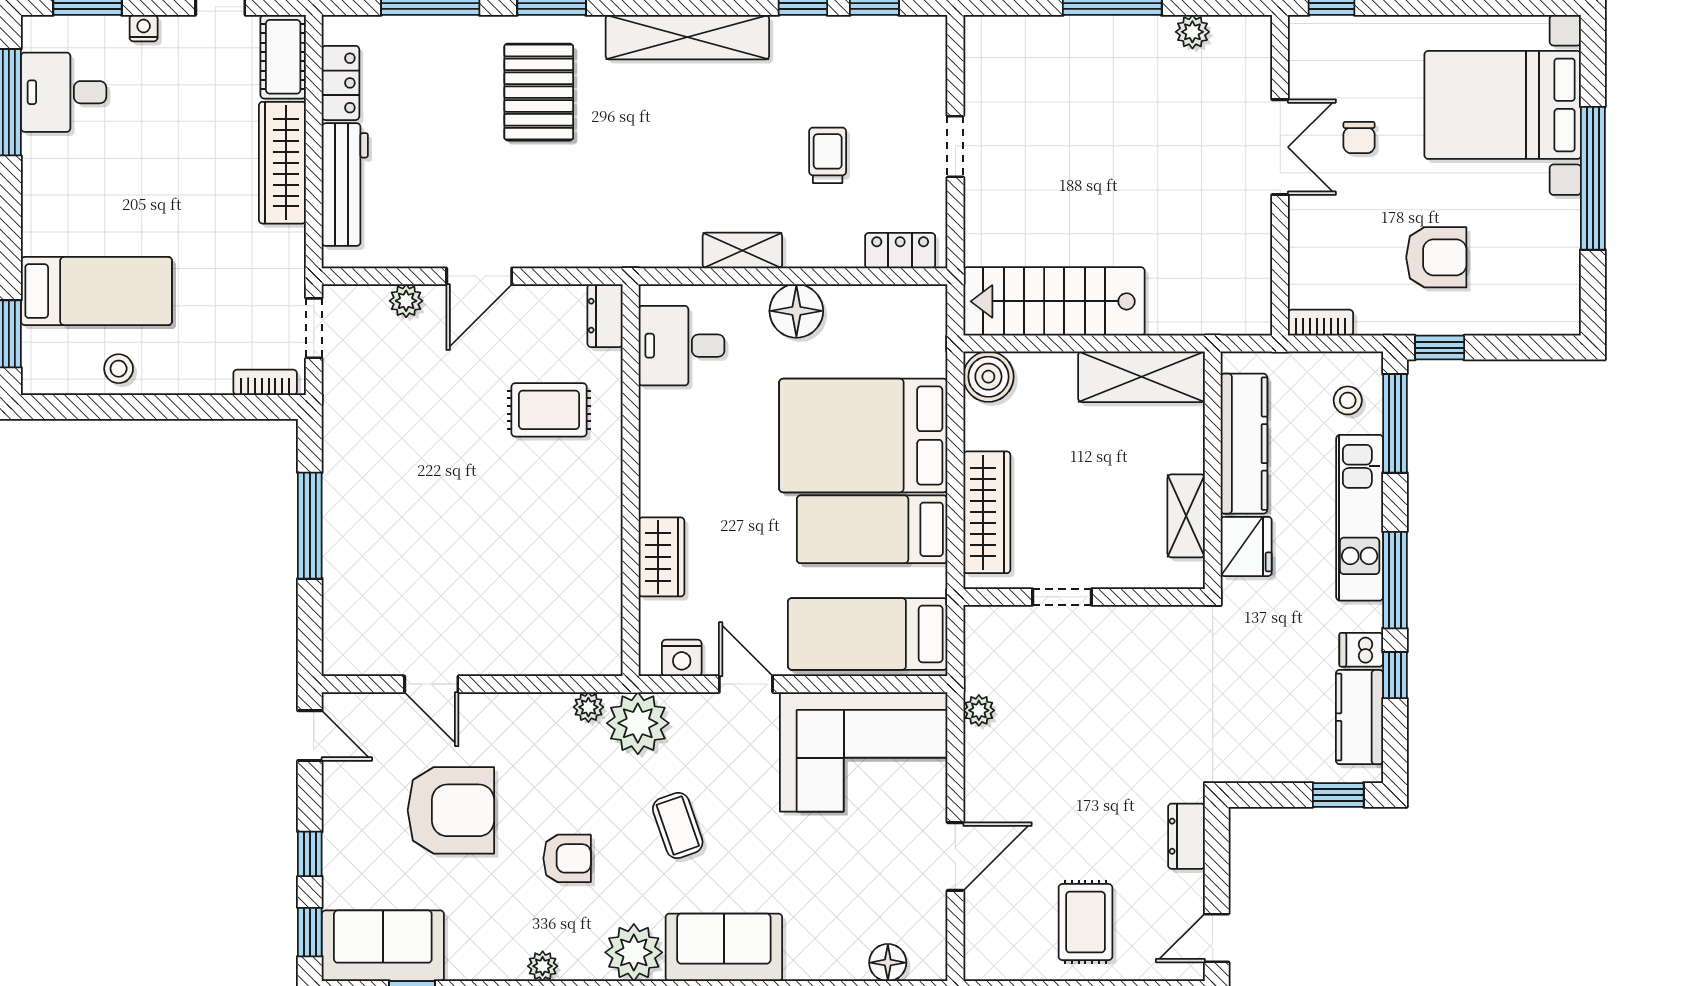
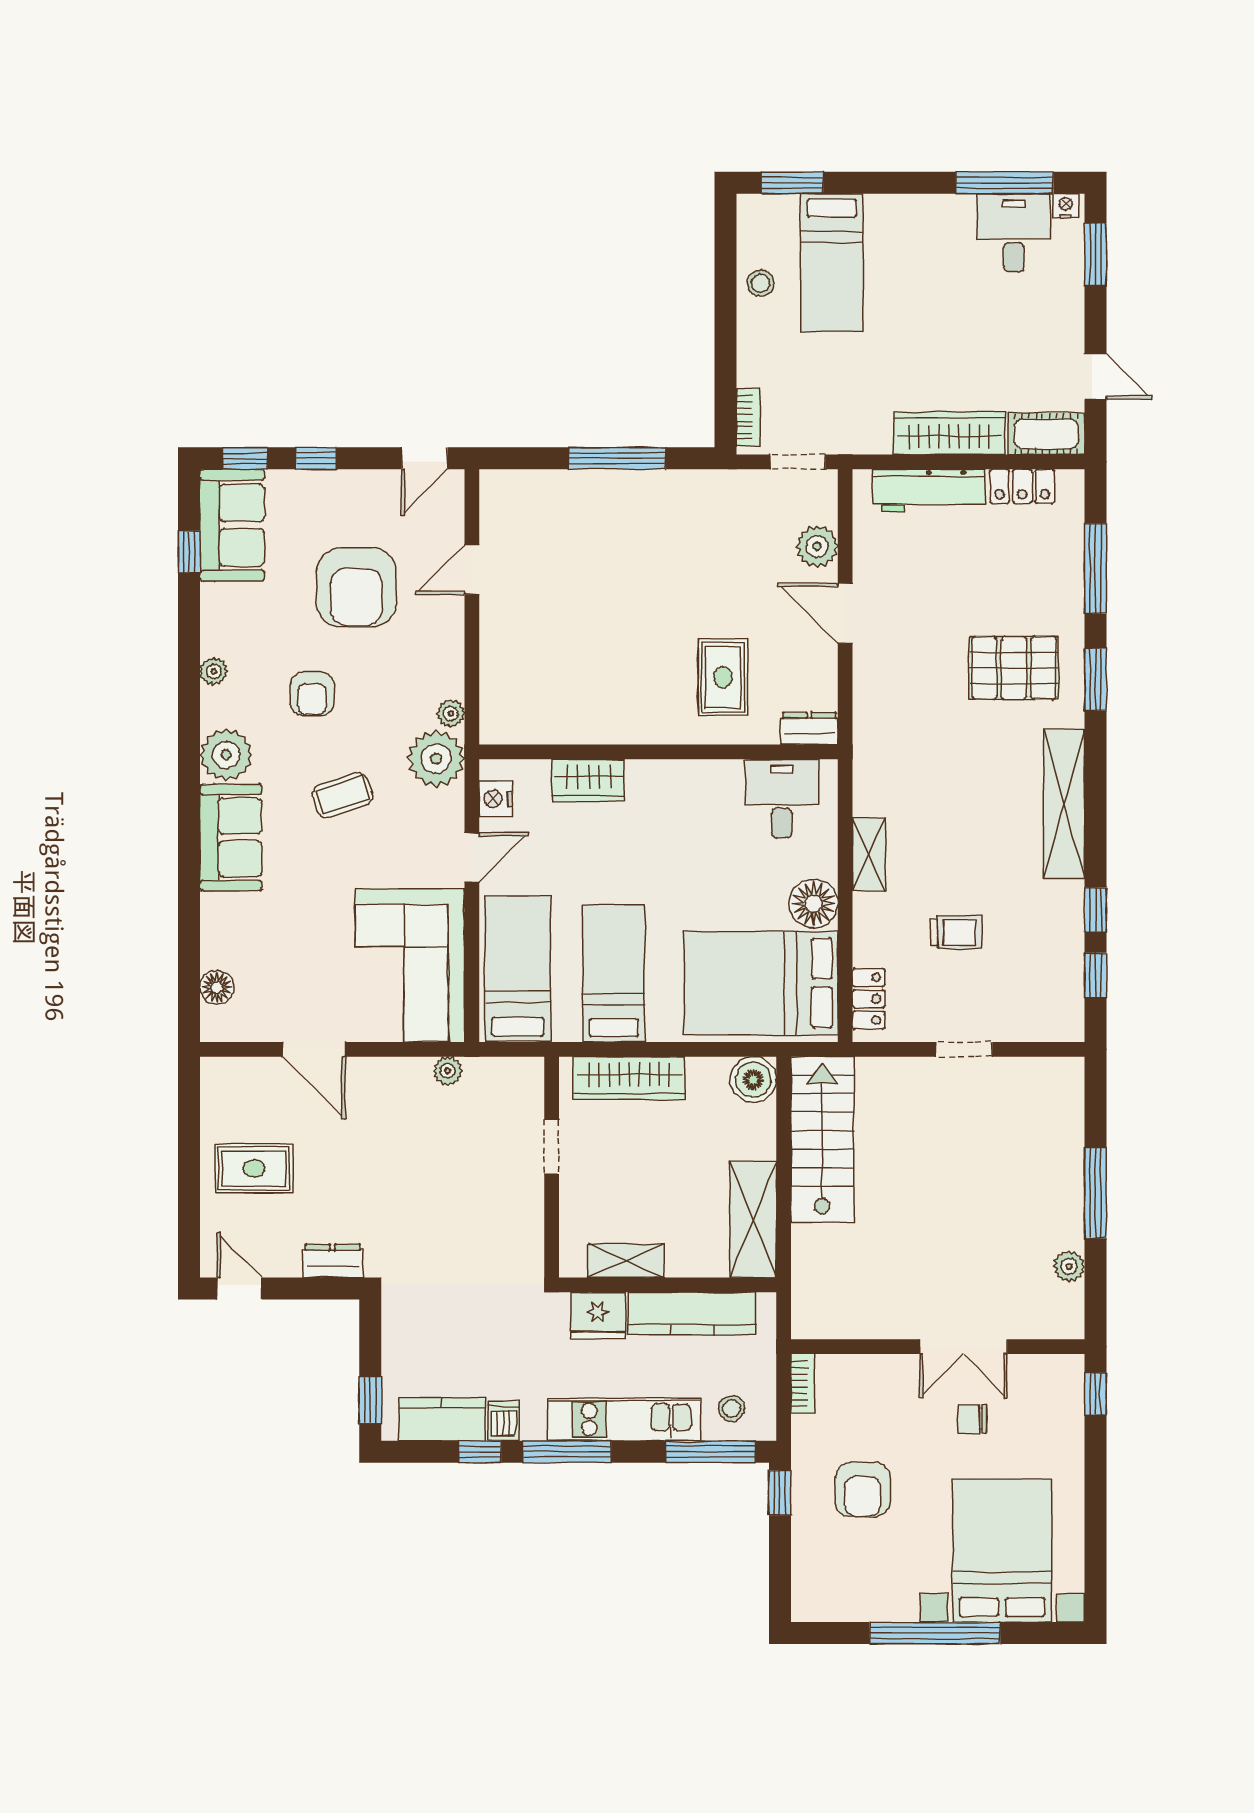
nightstand: (144, 28) -> (1066, 206), moved, turned -90
plant: (406, 301) -> (817, 546), width x1.38, depth x1.38
bed: (863, 436) -> (761, 983), moved, turned -90

